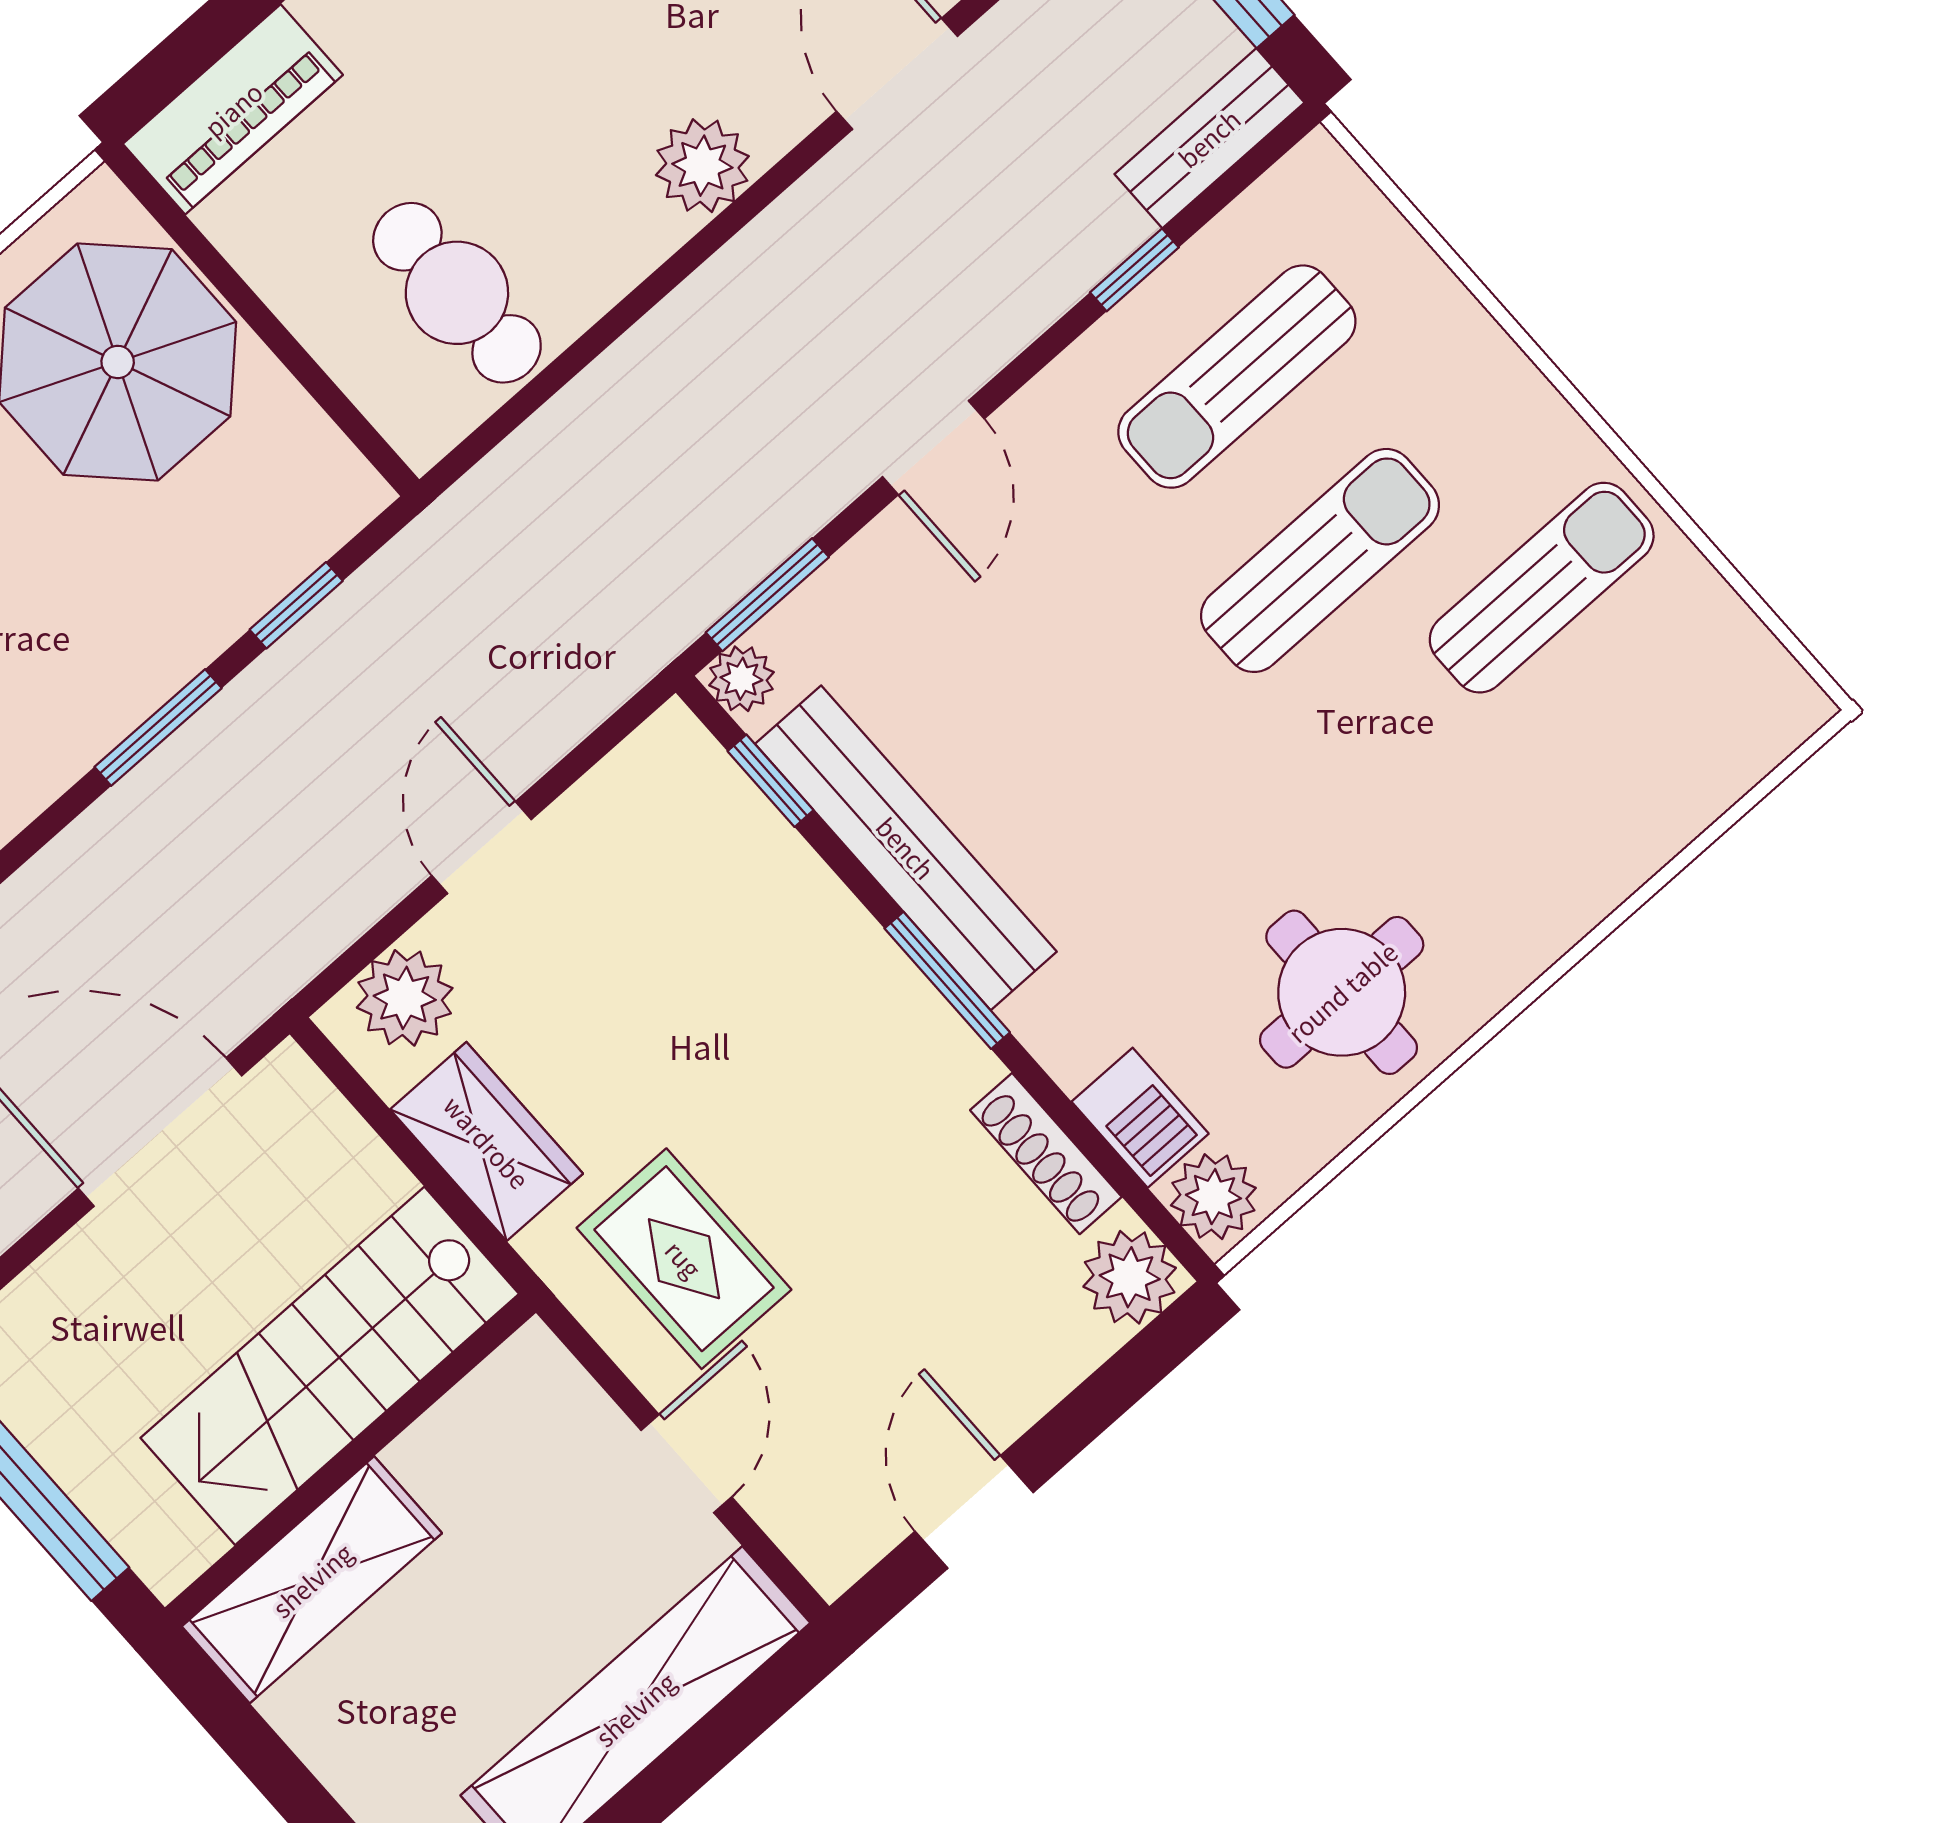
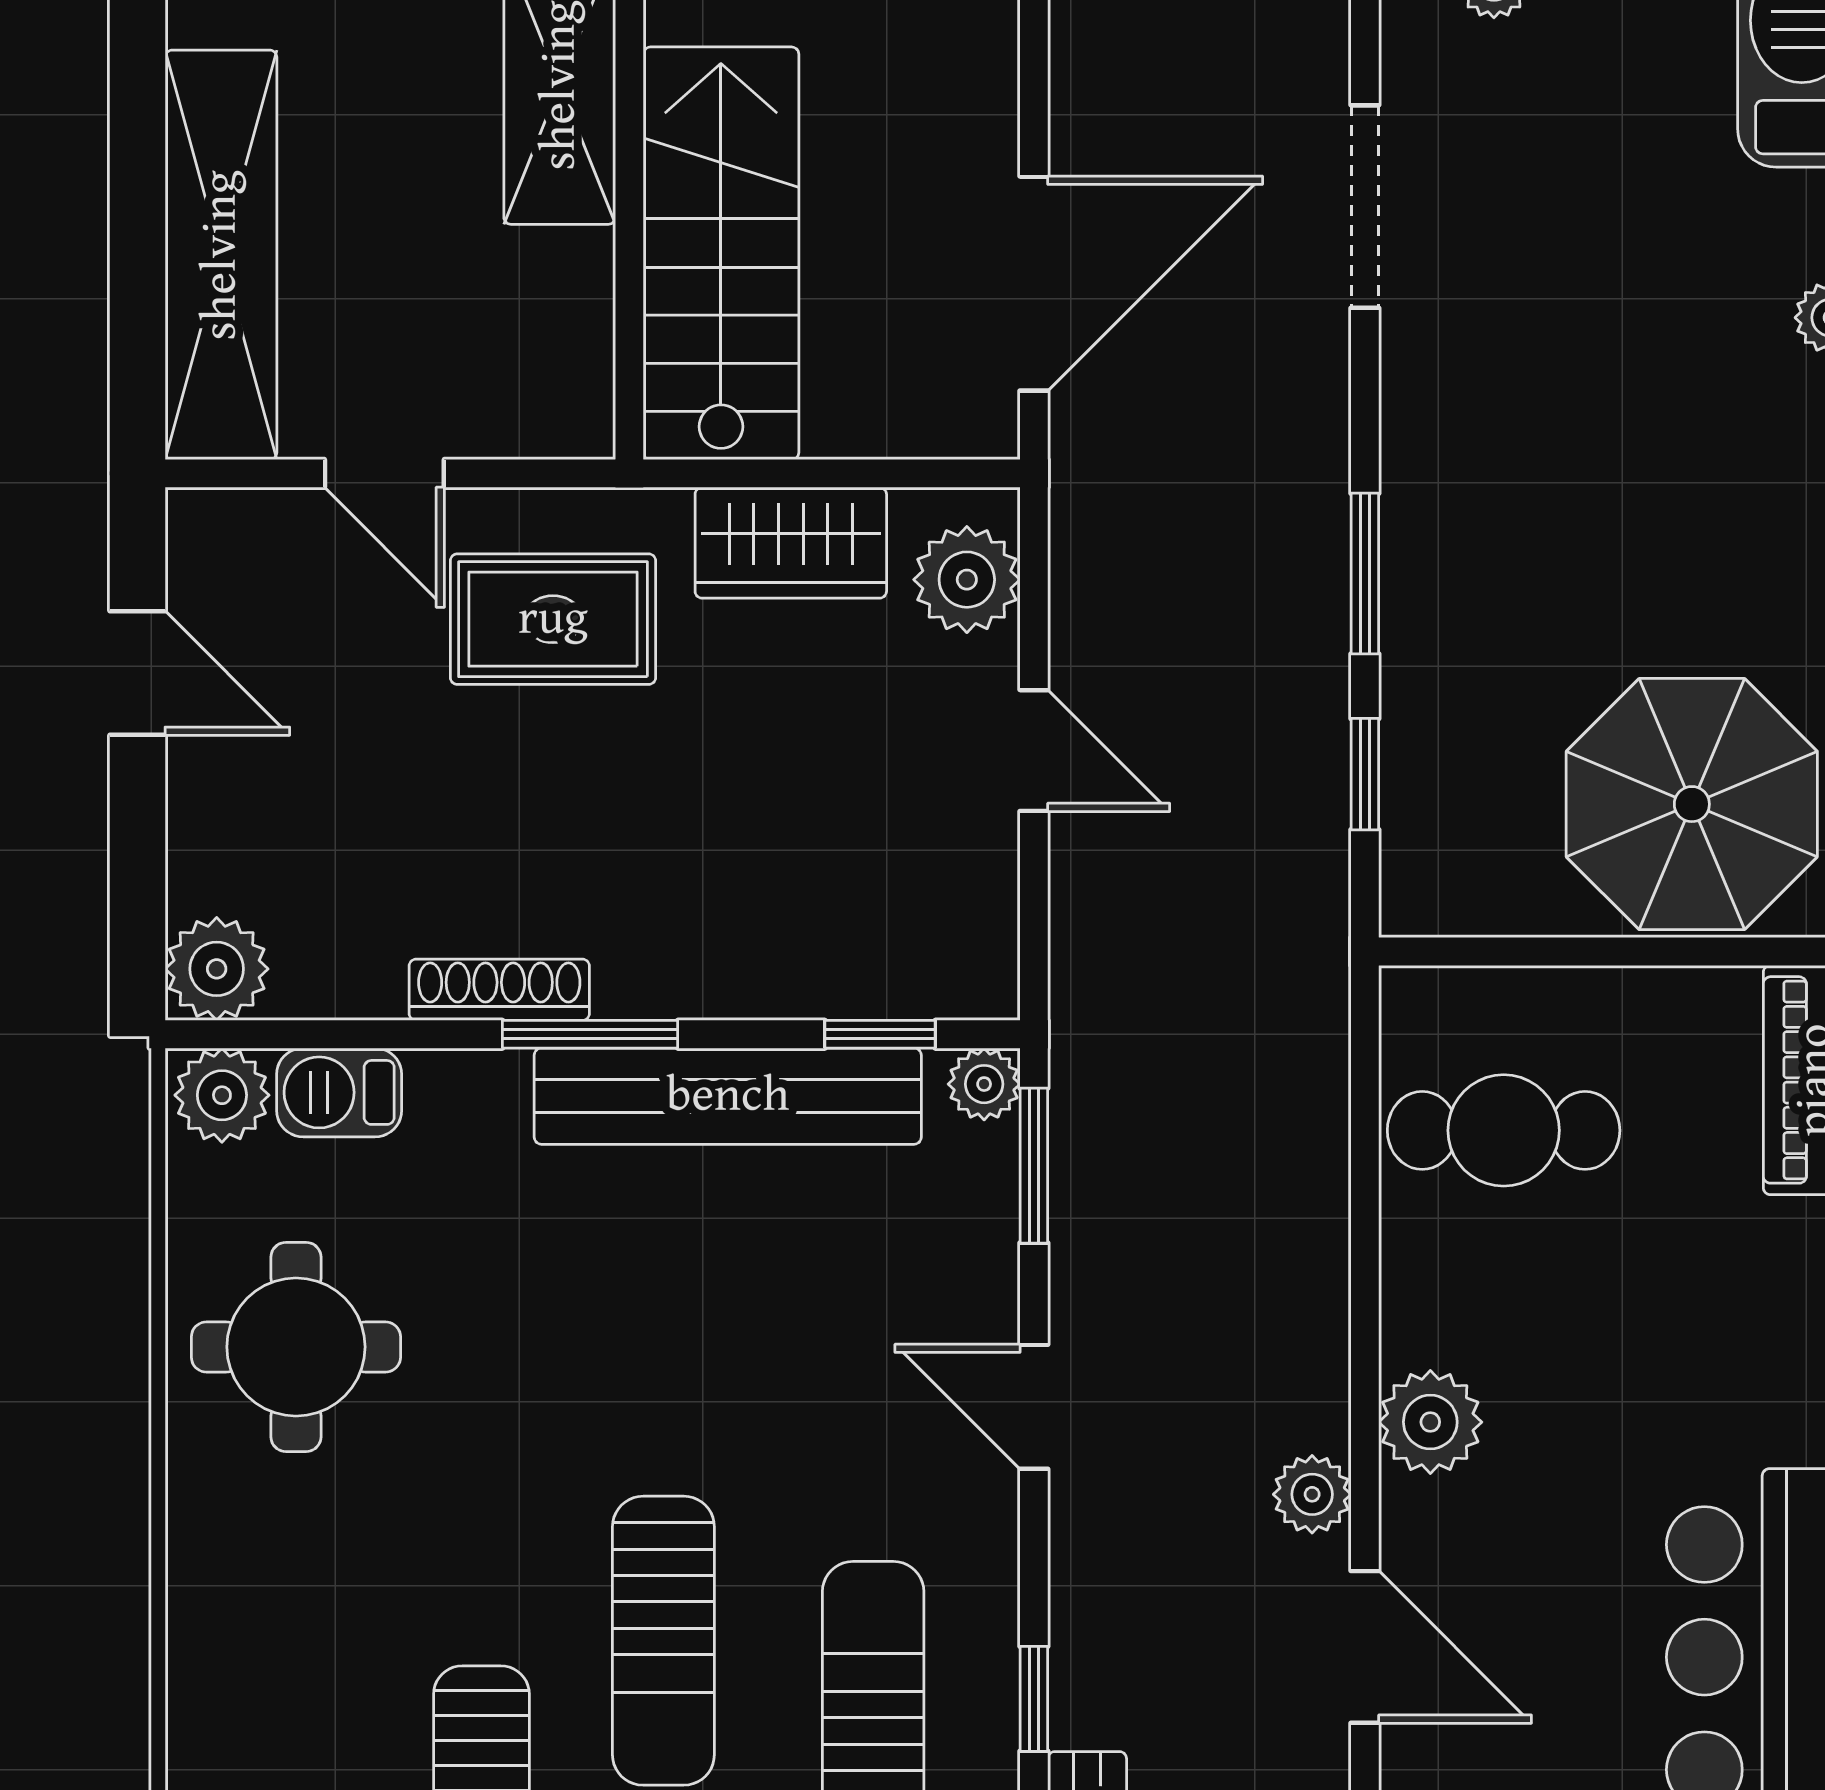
plant: (824, 203) -> (1312, 1494), added
shoe rack: (1046, 1154) -> (499, 990), moved

